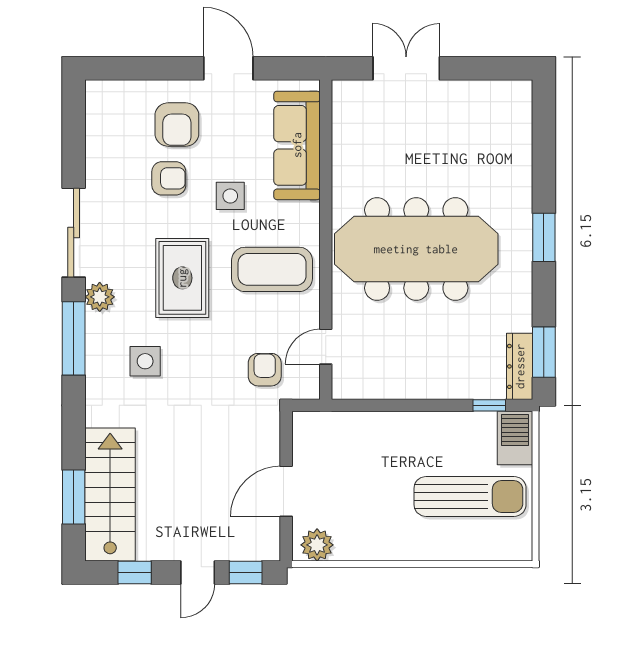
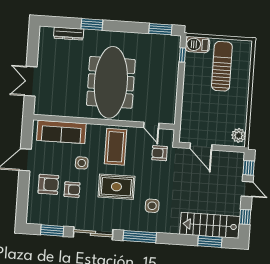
window: (74, 140) -> (52, 230), added
armchair: (169, 178) -> (72, 190), turned 90
window: (544, 237) -> (92, 24), moved
plant: (100, 297) -> (122, 224), removed
dresser: (520, 366) -> (69, 34), moved
door: (286, 491) -> (201, 147), moved

